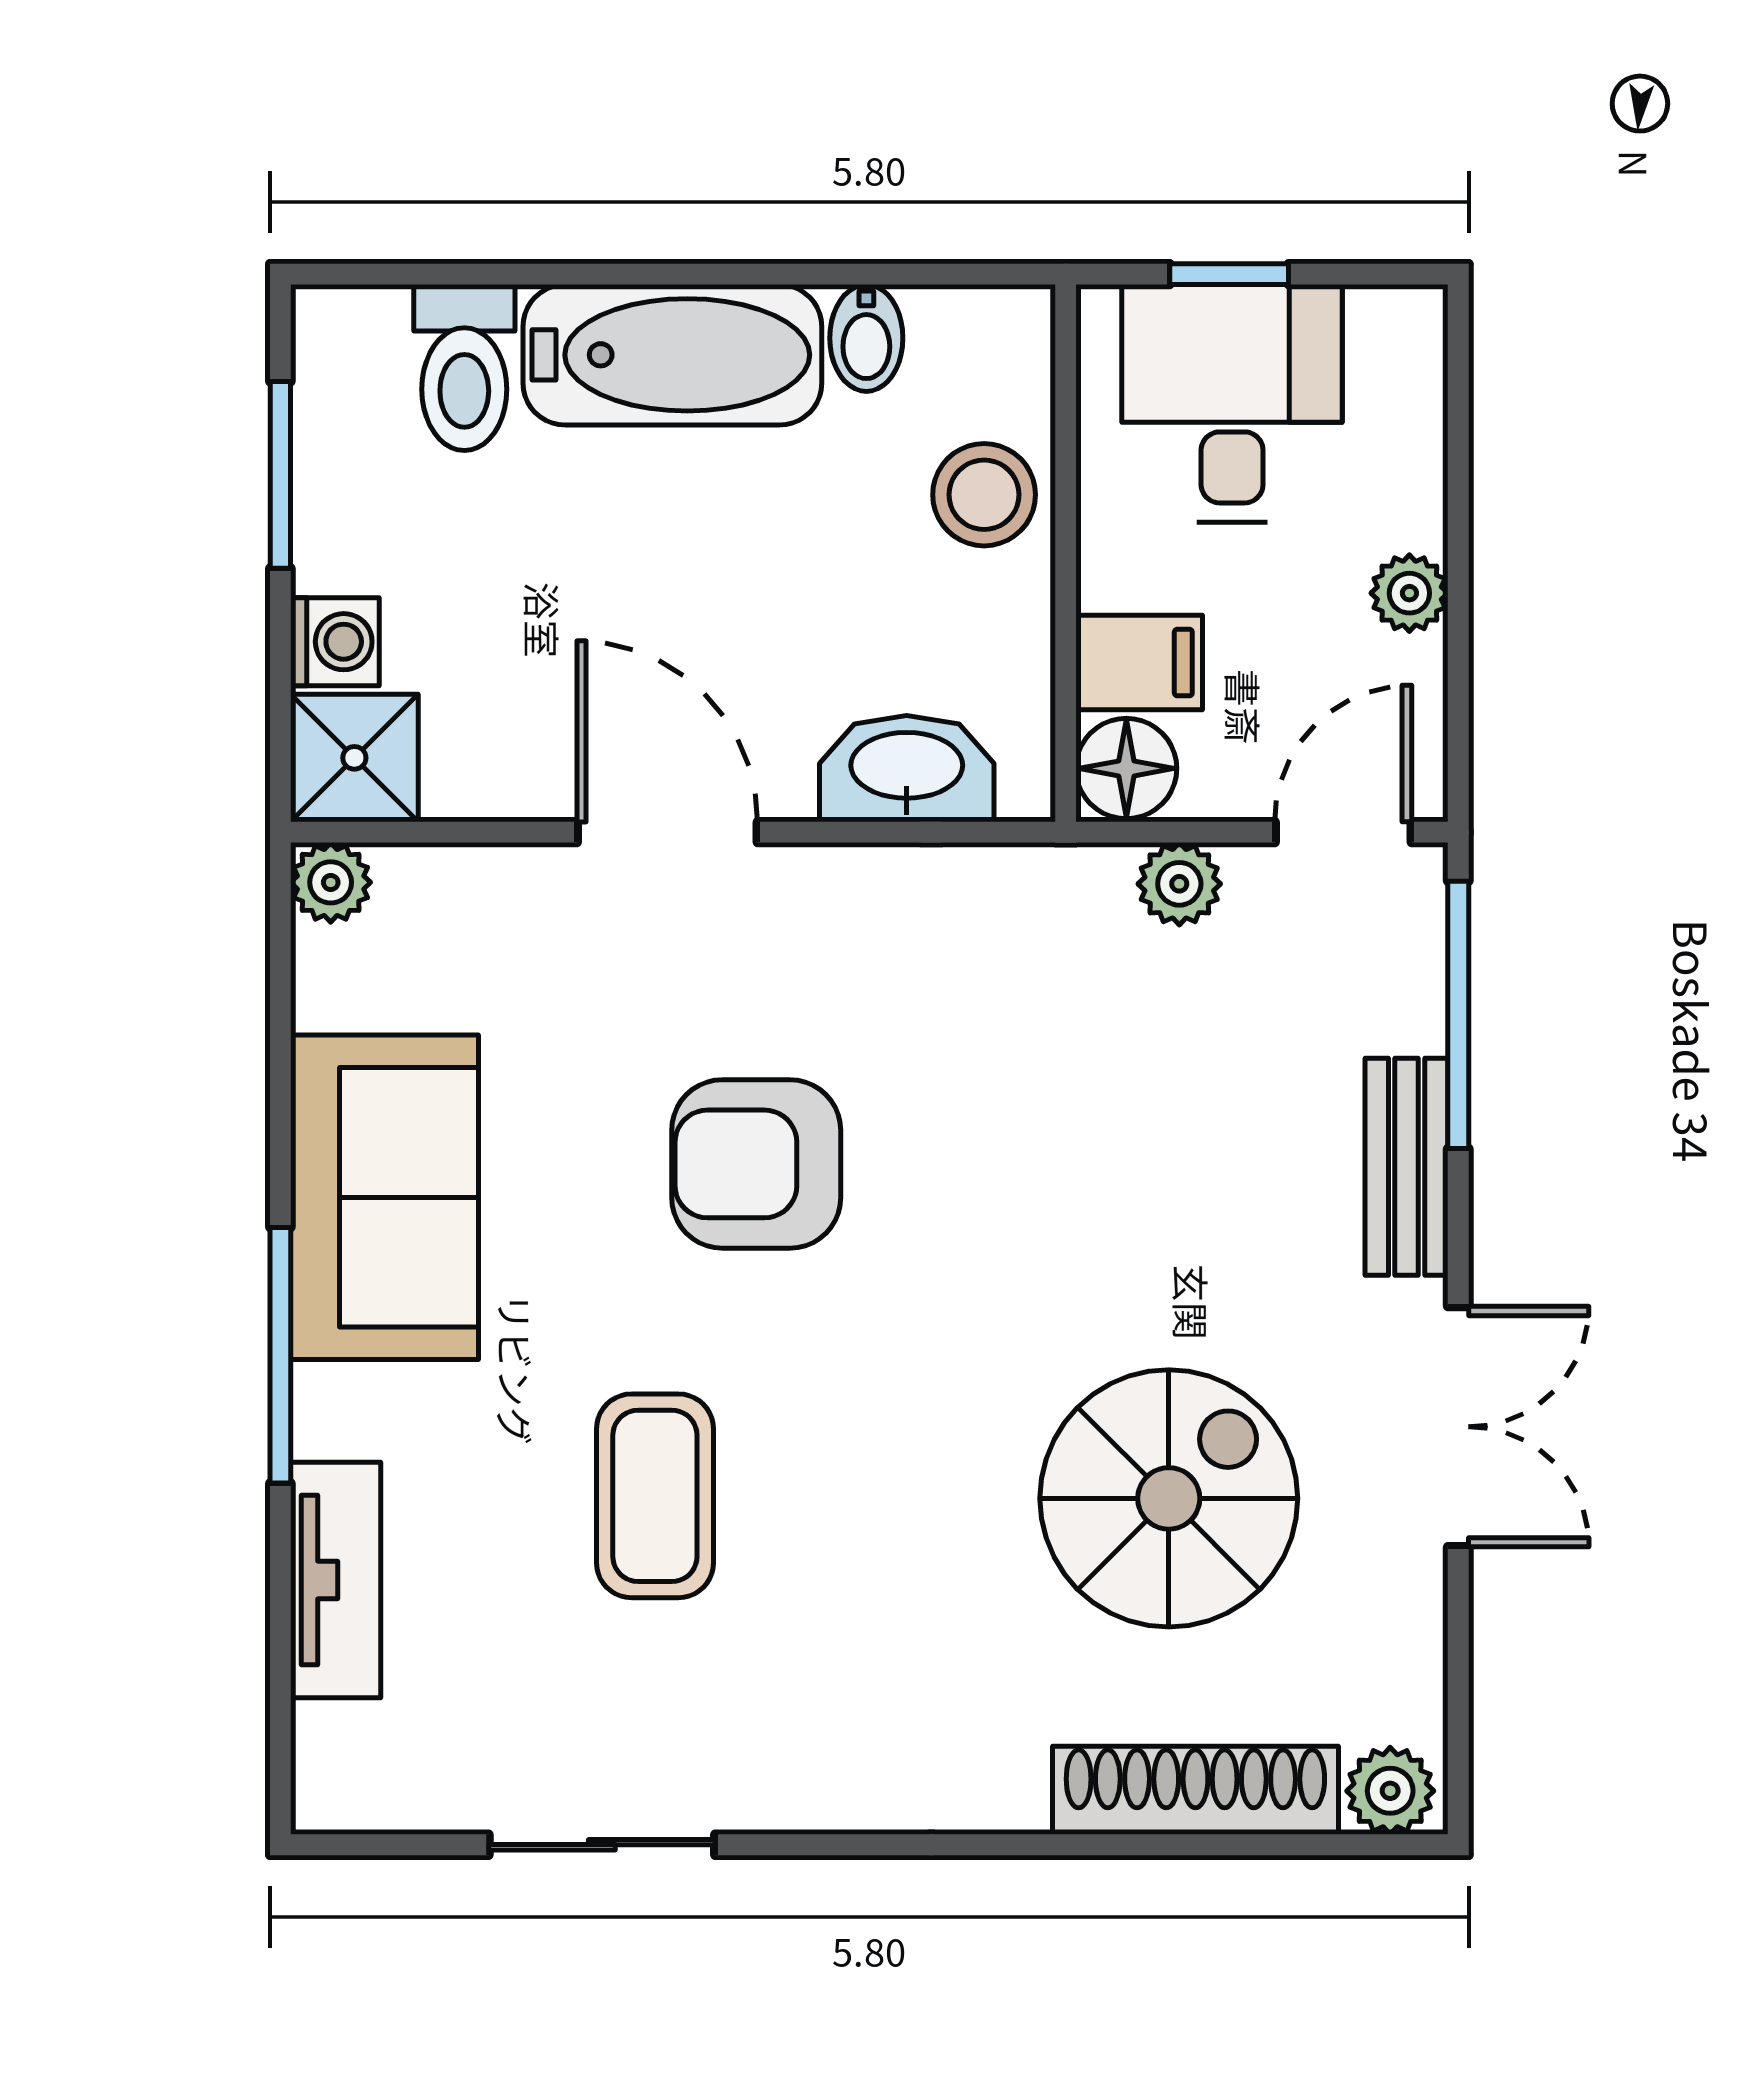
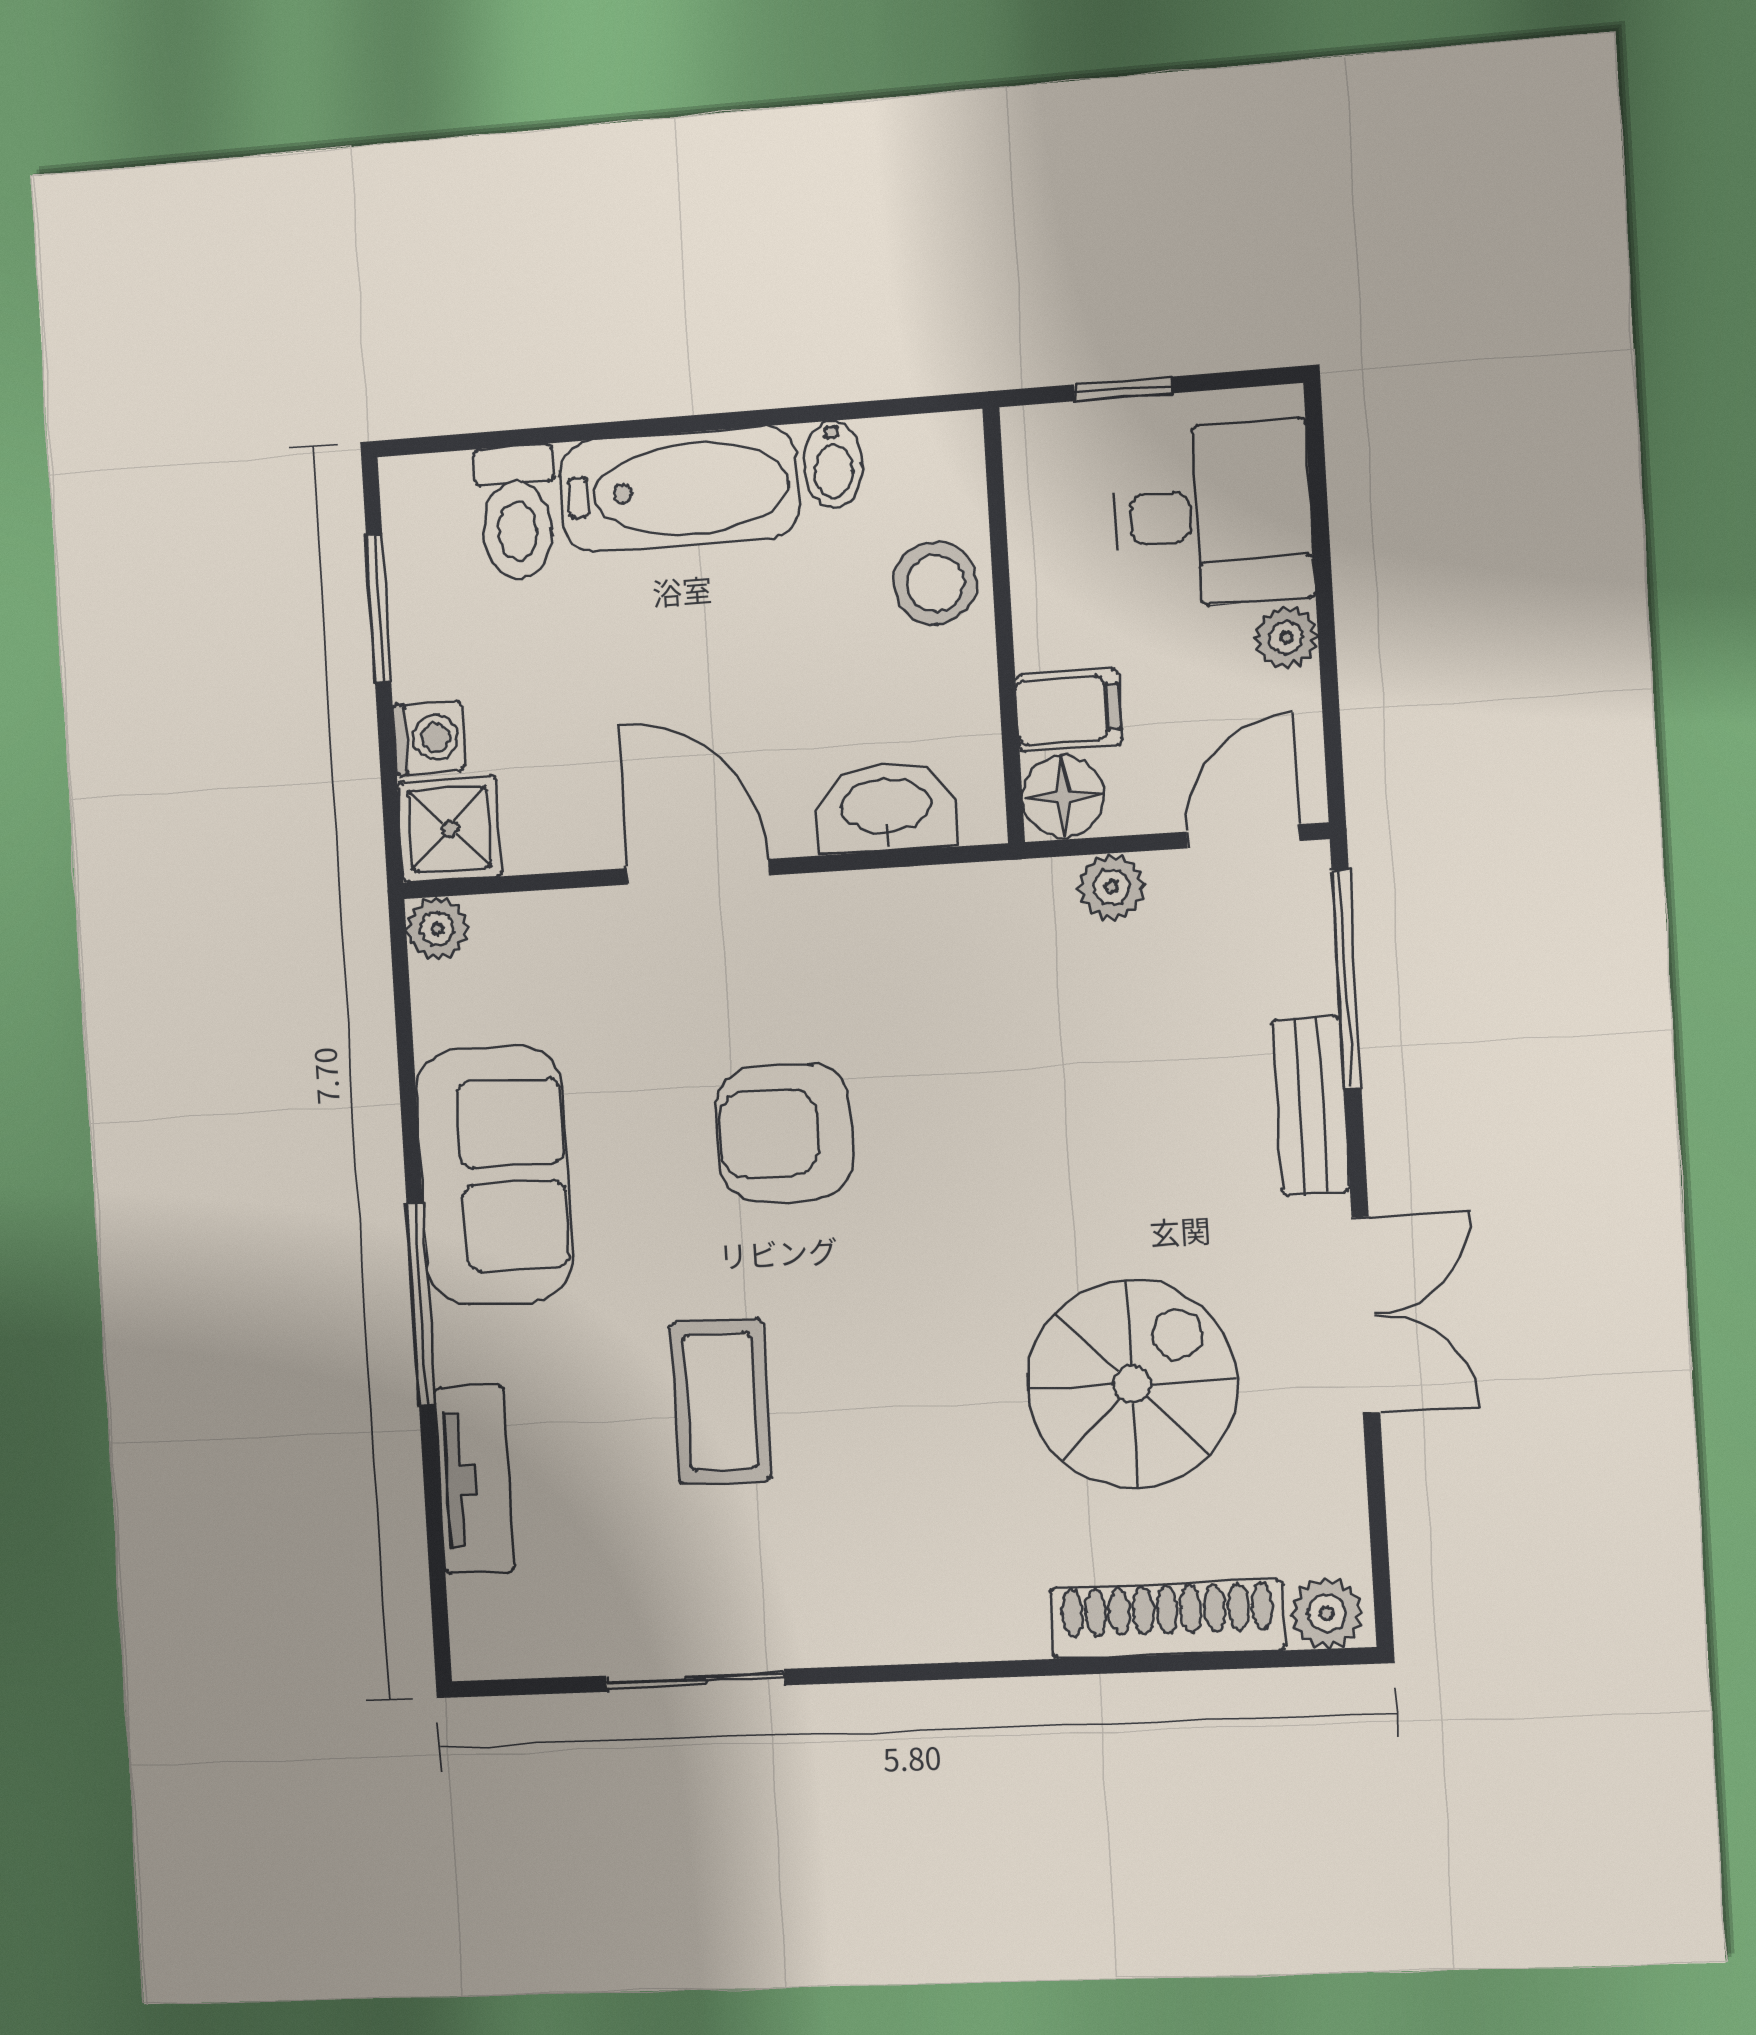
desk: (1232, 403) -> (1213, 514), moved, turned 90

